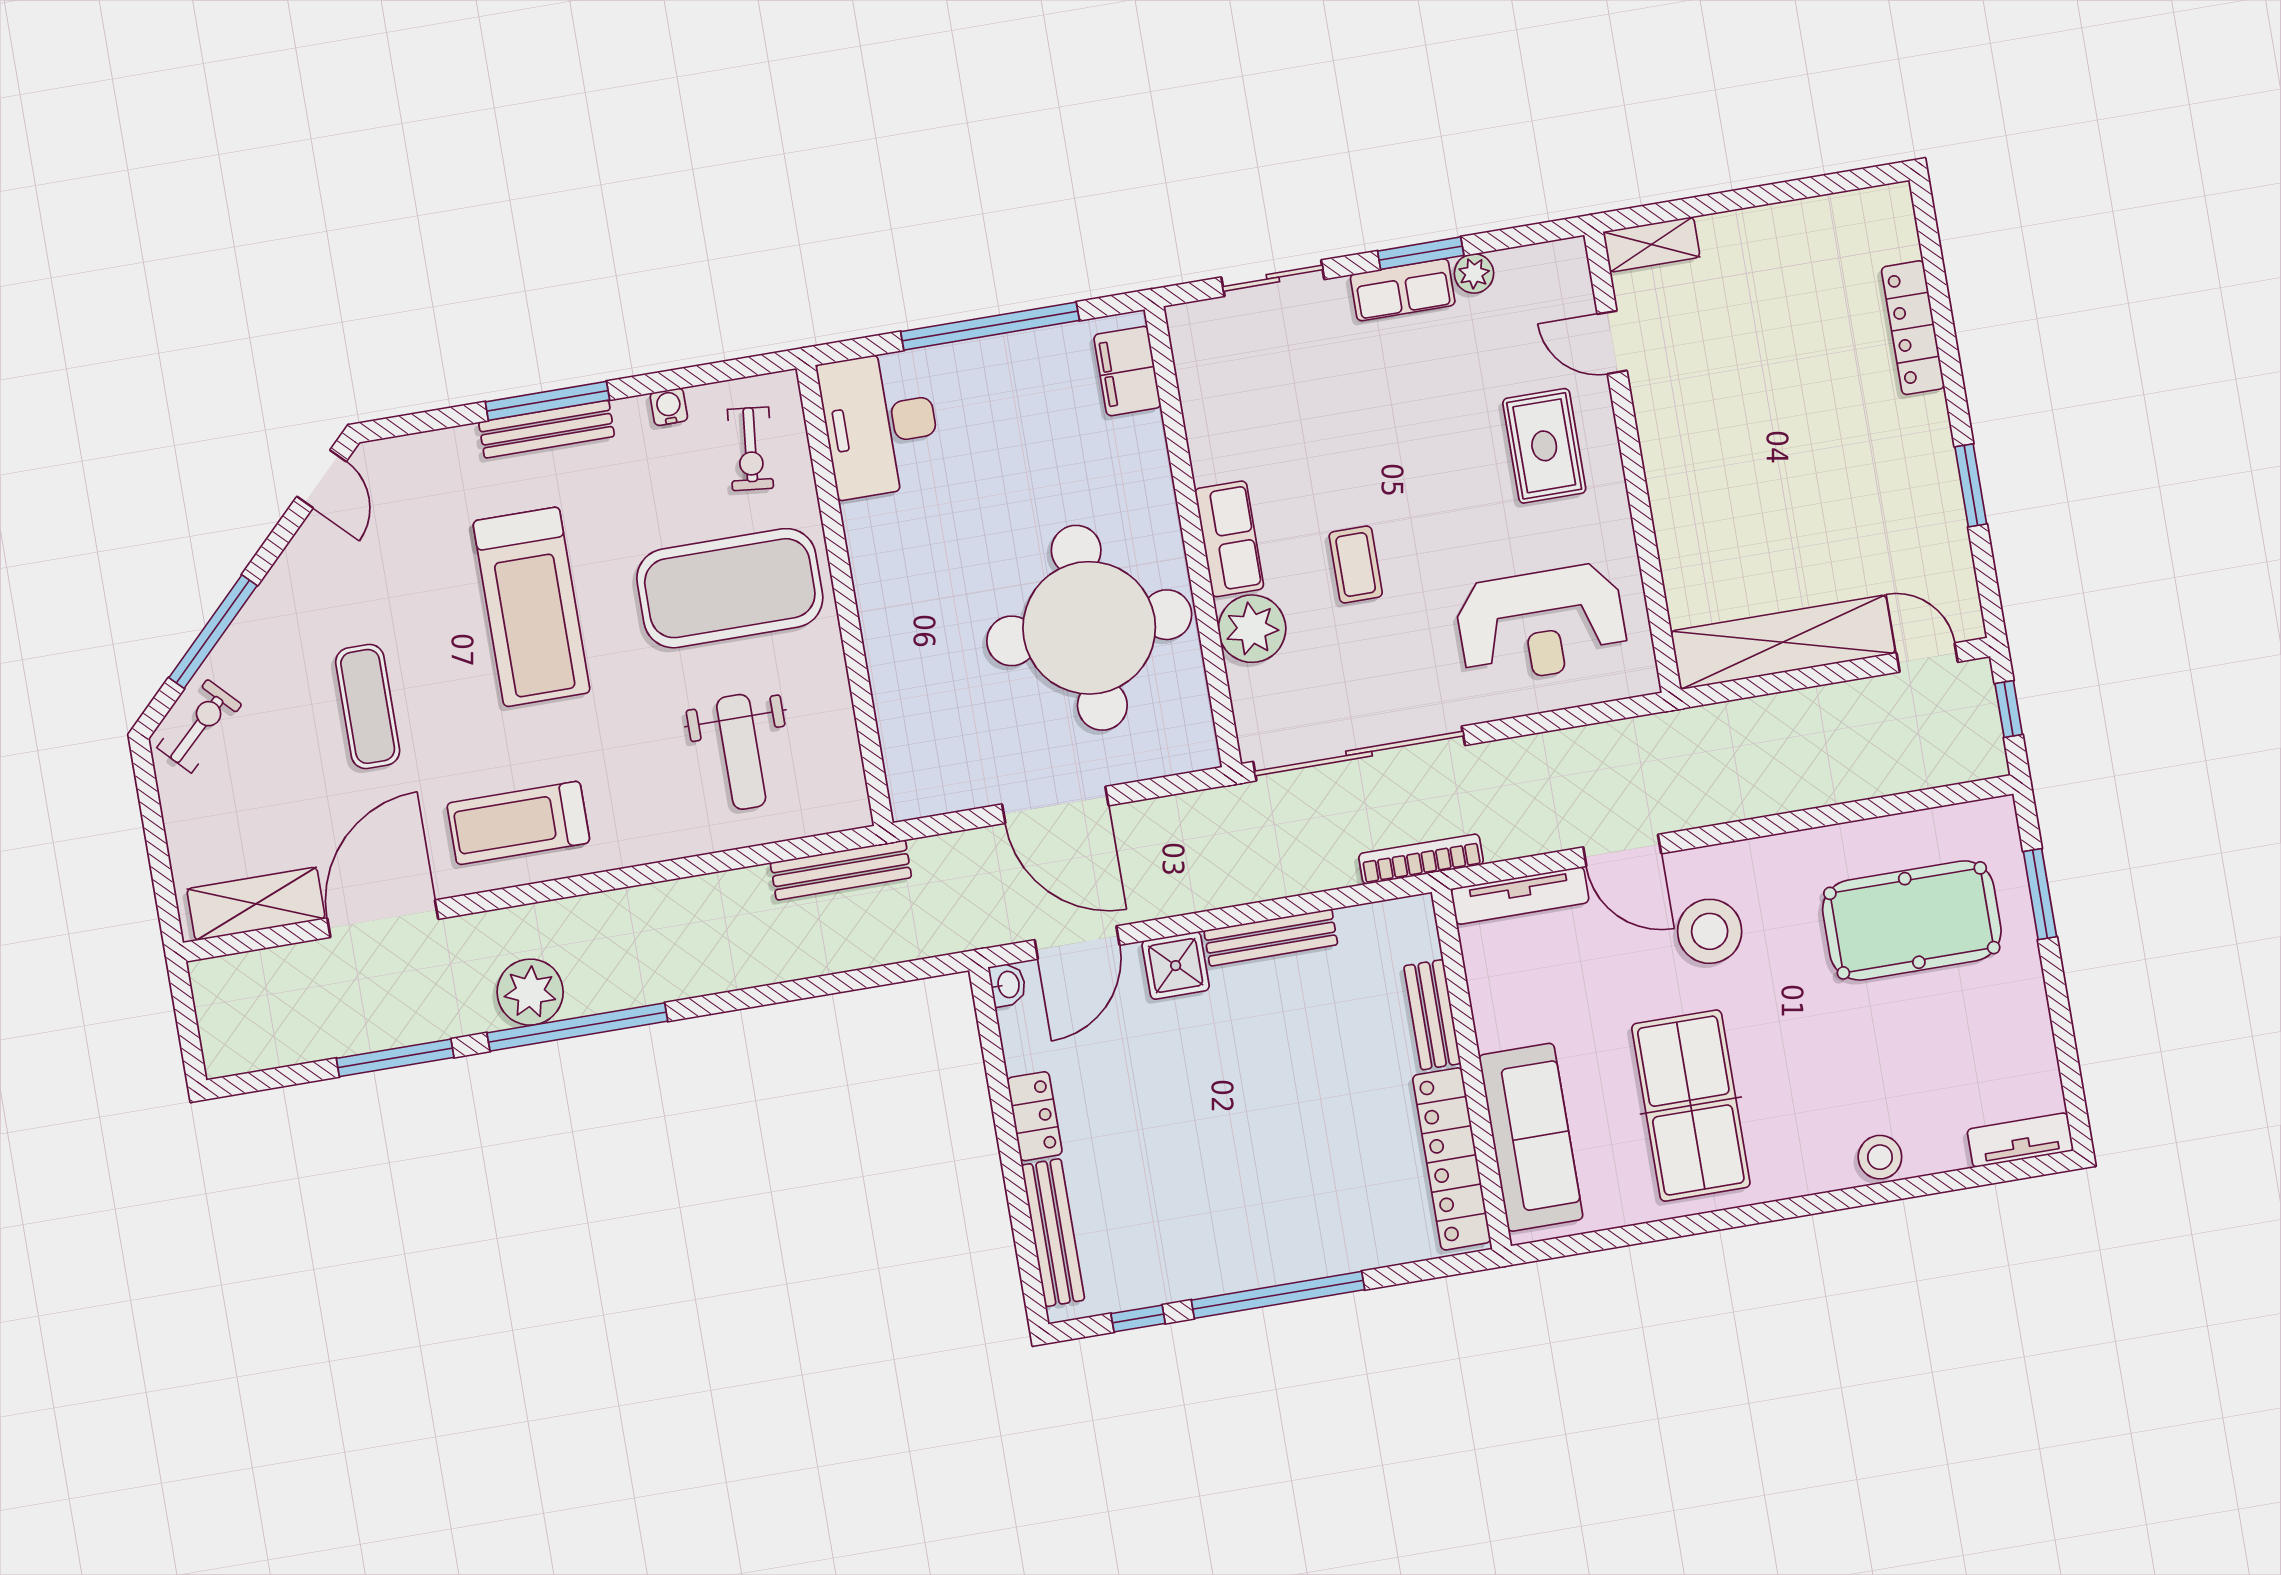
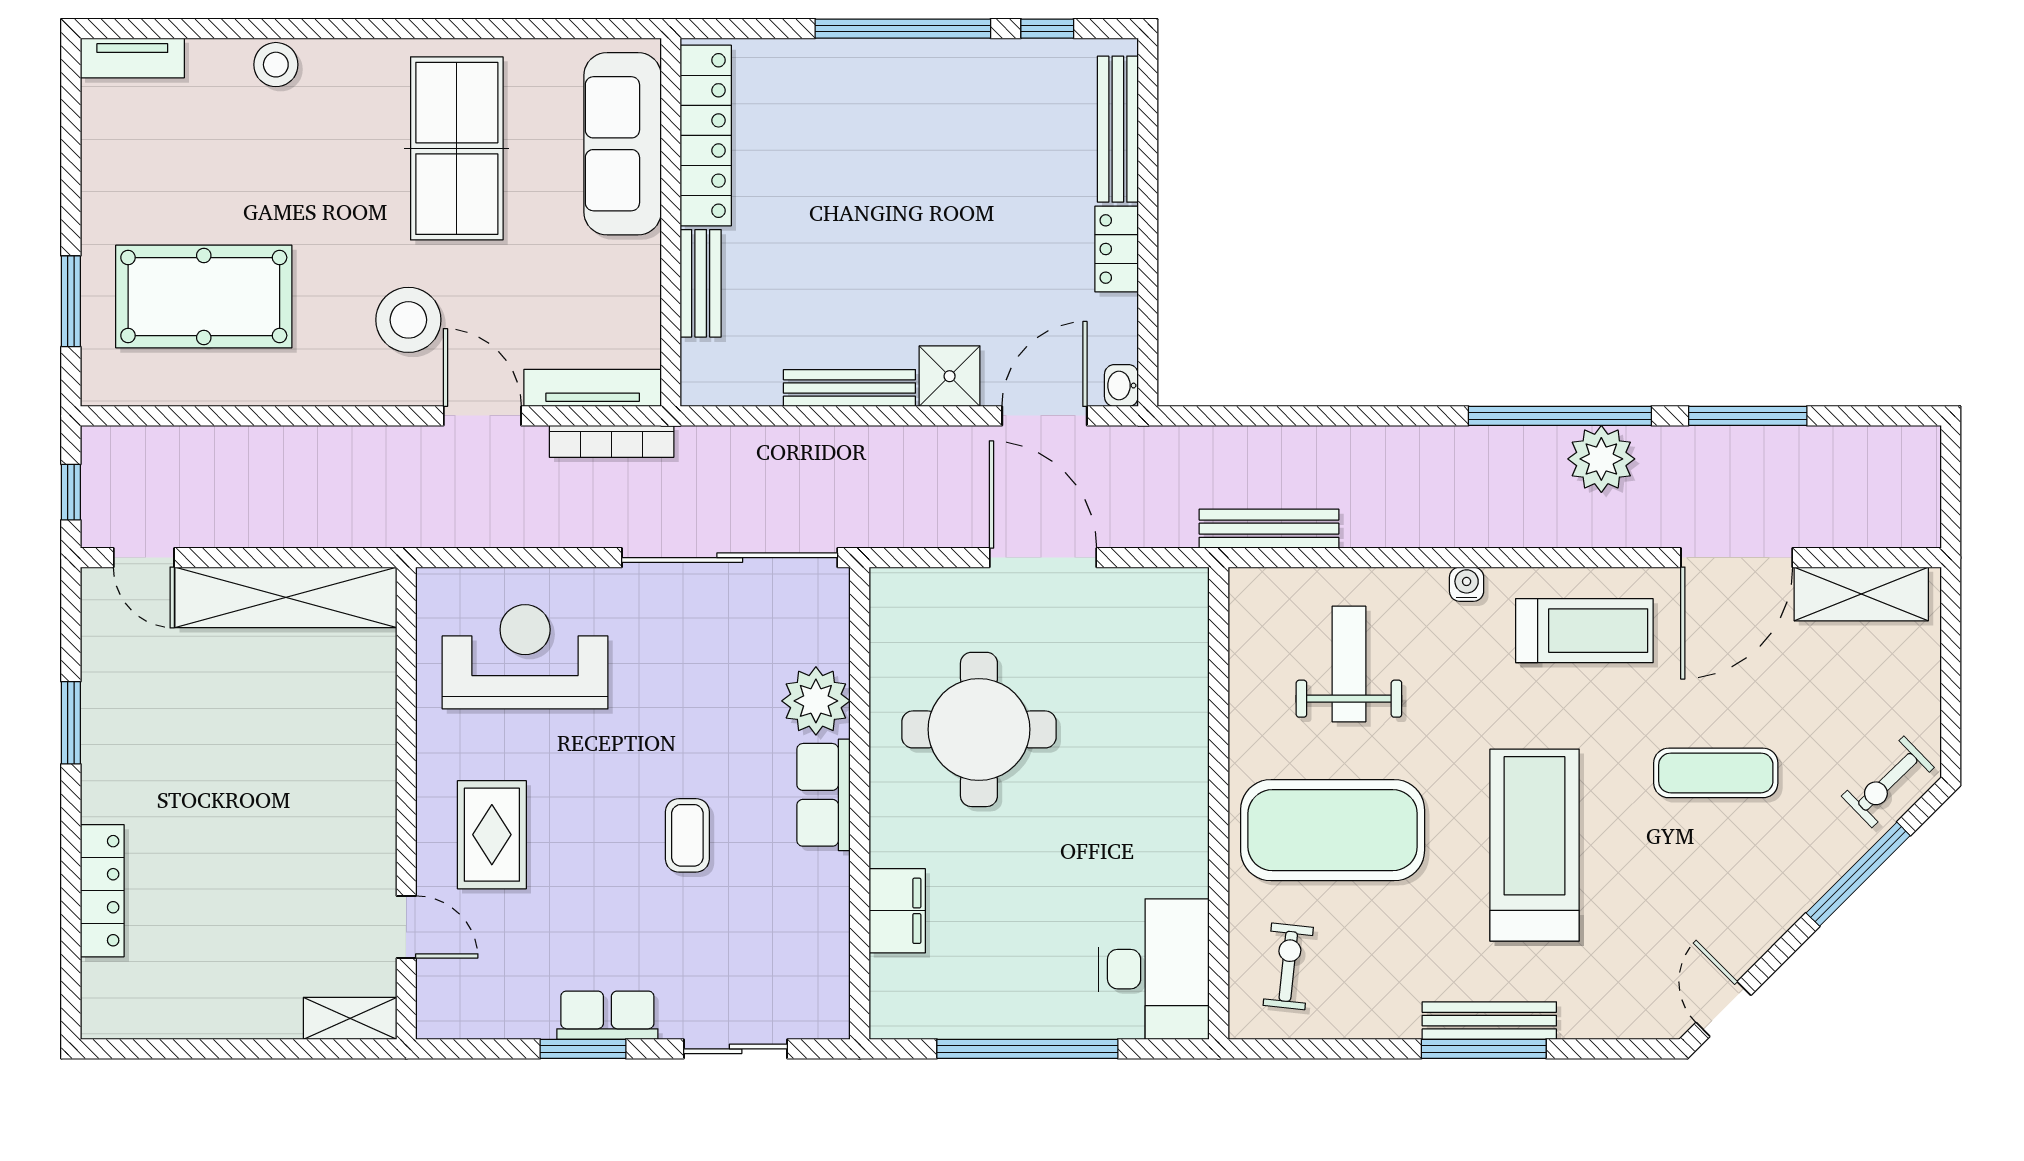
plant: (1474, 273) -> (533, 1019), removed
filing cabinet: (1127, 371) -> (897, 911), moved
water cooler: (669, 407) -> (1467, 584), moved, turned 180
coffee table: (1356, 565) -> (687, 835), moved
round table: (1089, 628) -> (979, 729), width x0.73, depth x0.73
exercise mat: (368, 706) -> (1716, 773), turned 90
bookcase: (1421, 859) -> (612, 441), moved

